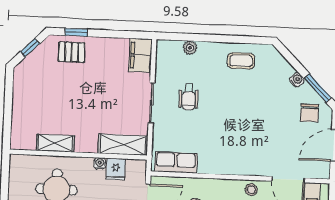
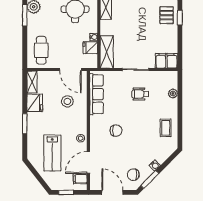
chair: (242, 136) -> (116, 131), added
row of seats: (176, 162) -> (96, 94), width x1.48

